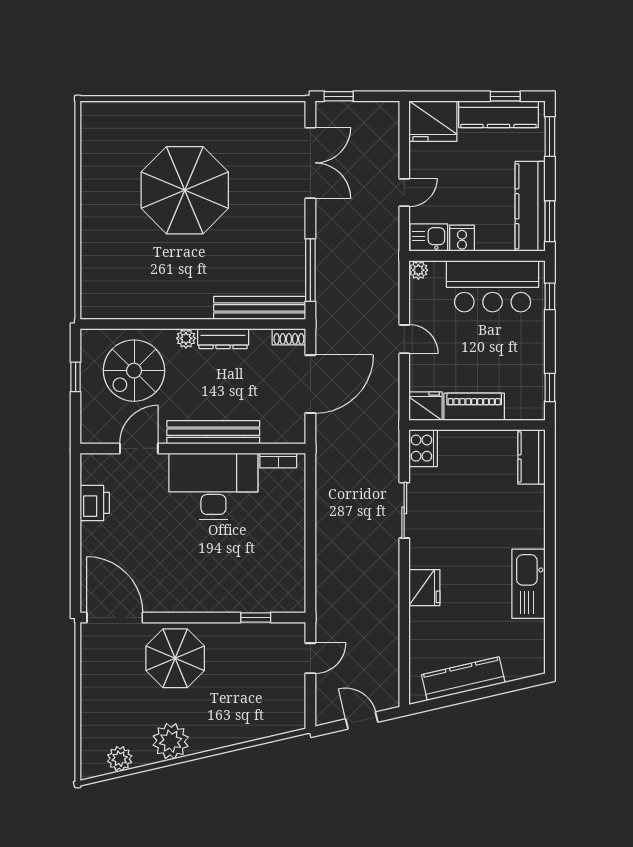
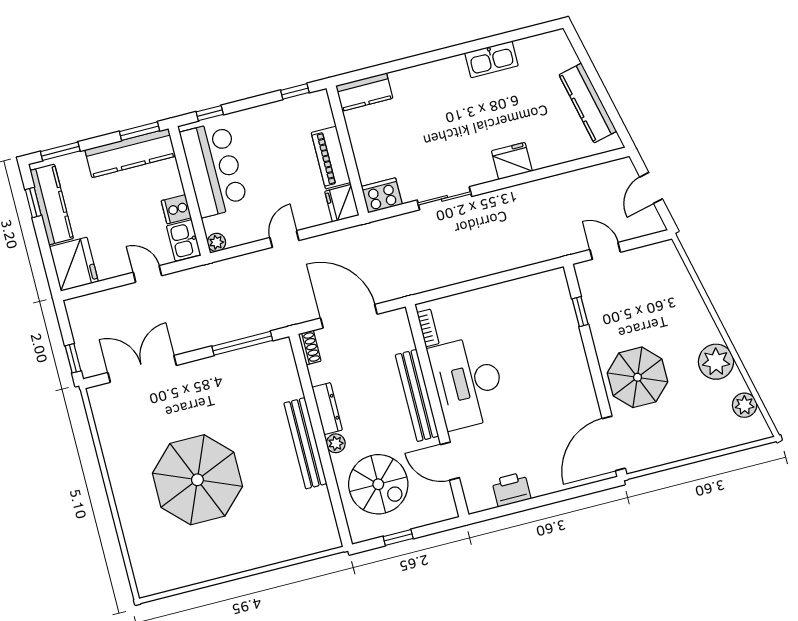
bench: (260, 308) -> (305, 443), moved
kitchen sink: (529, 584) -> (491, 59), width x0.73, depth x0.81

